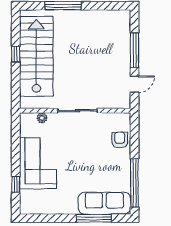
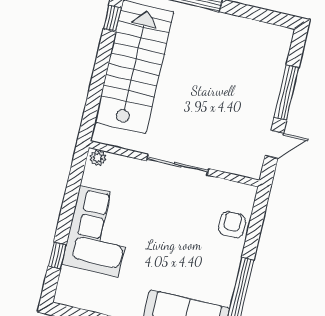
window: (16, 54) -> (112, 18), moved
plant: (42, 118) -> (98, 158), moved

